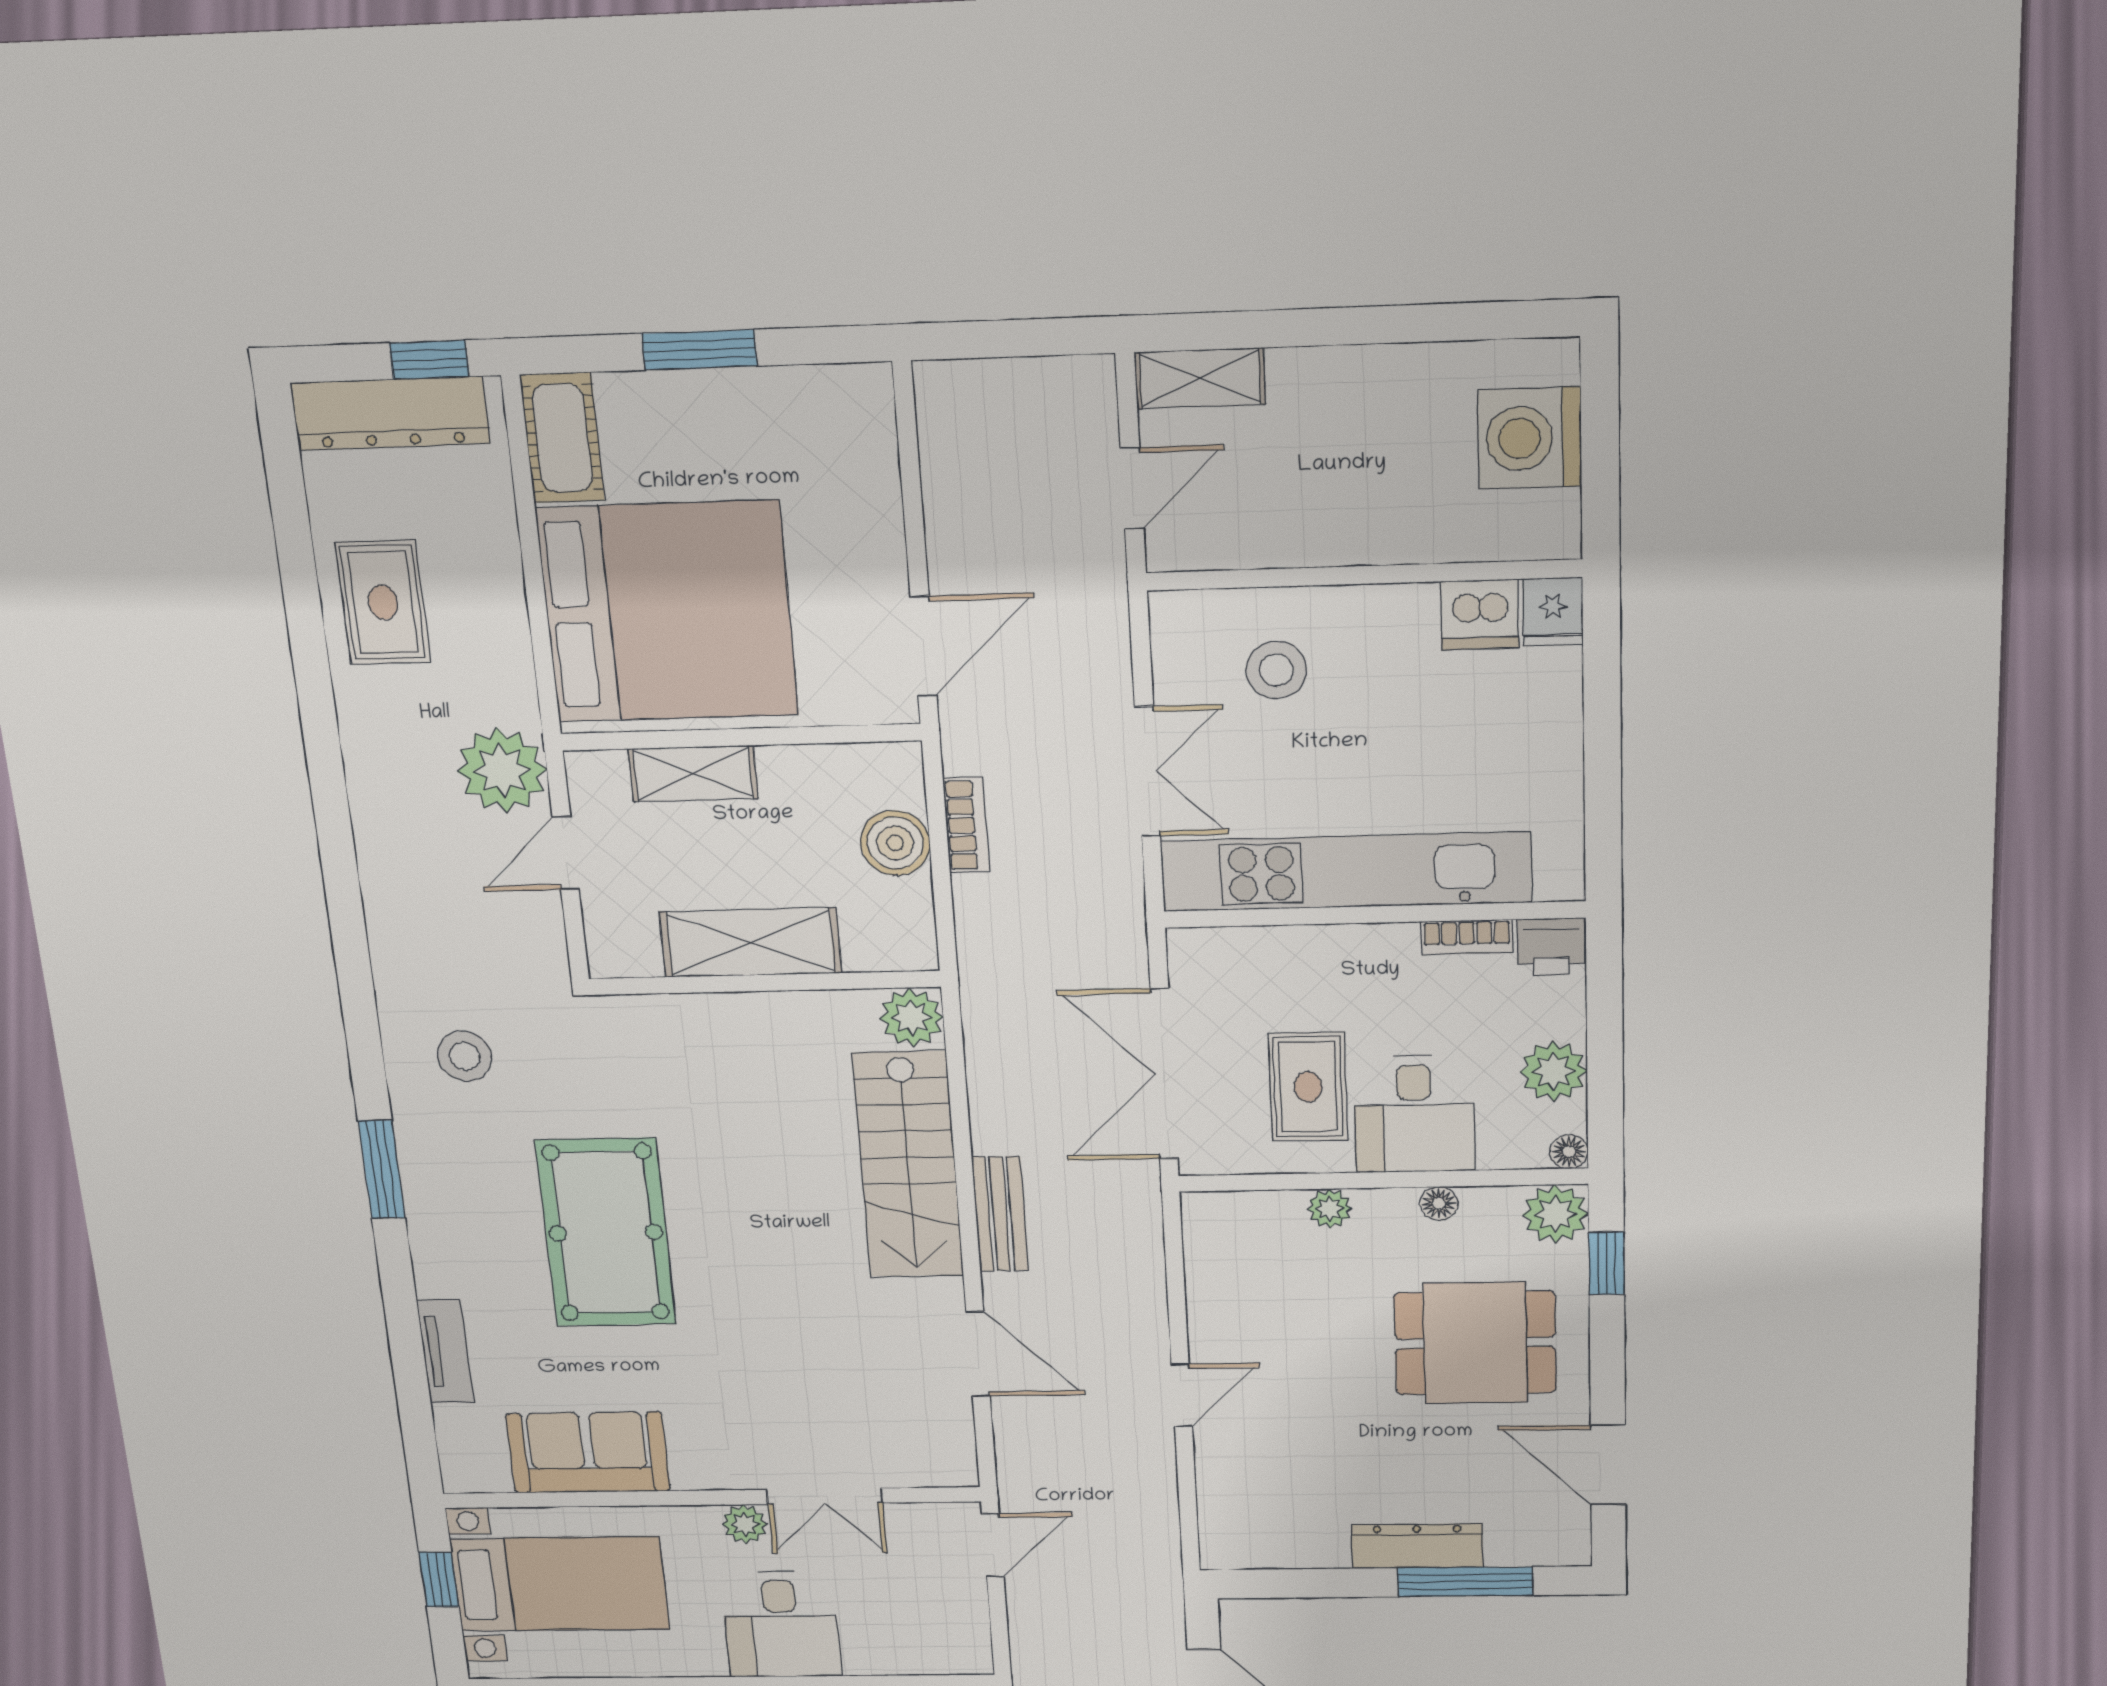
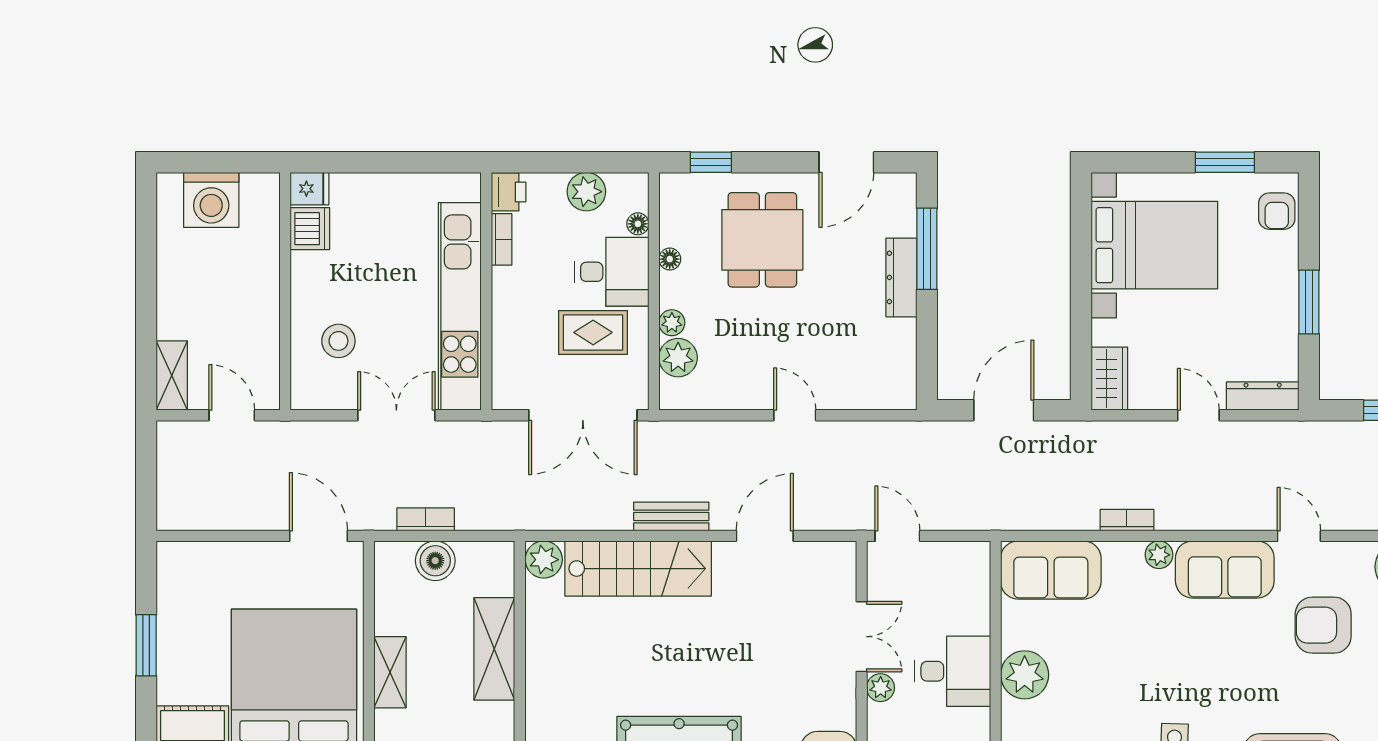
floor lamp: (1569, 1152) -> (638, 224), moved
plant: (1556, 1214) -> (678, 358), moved

